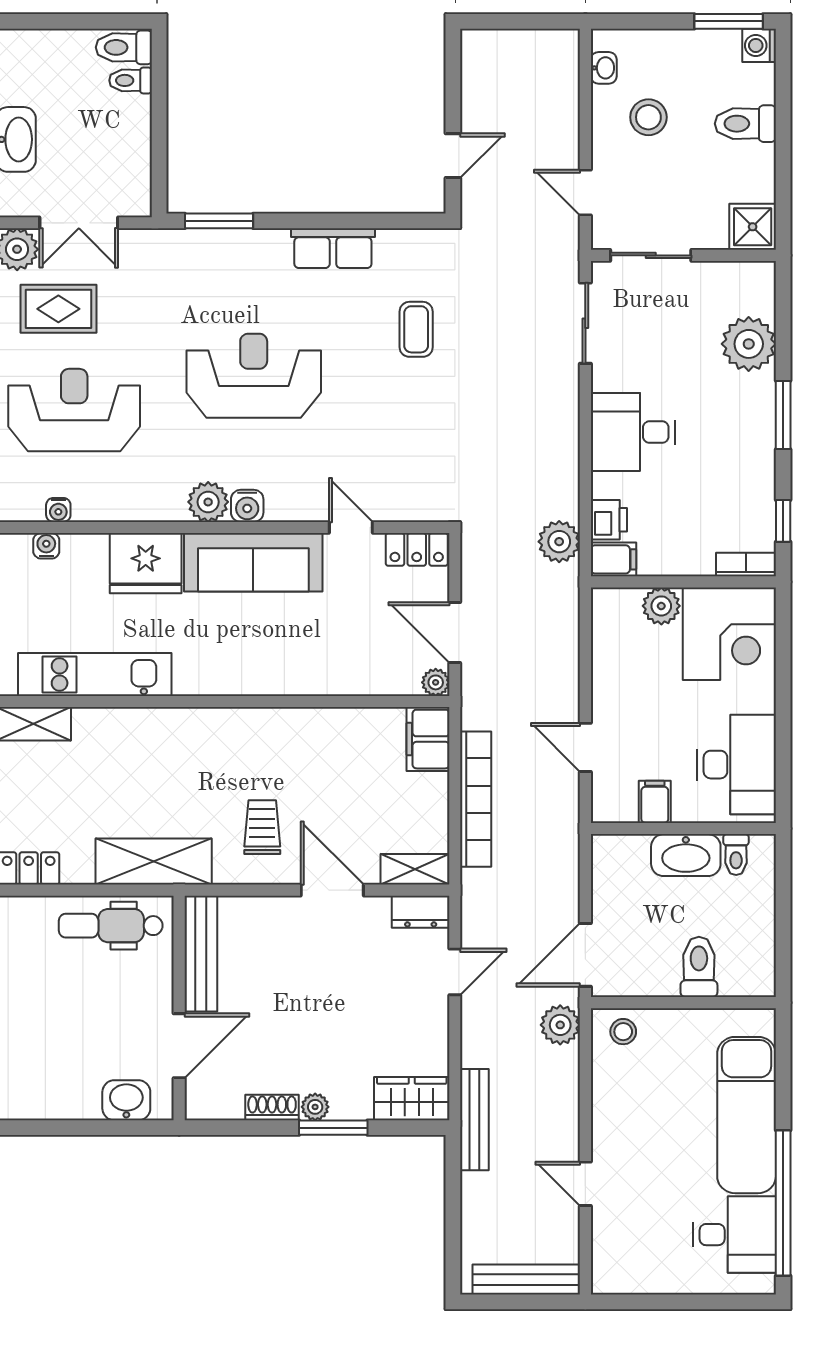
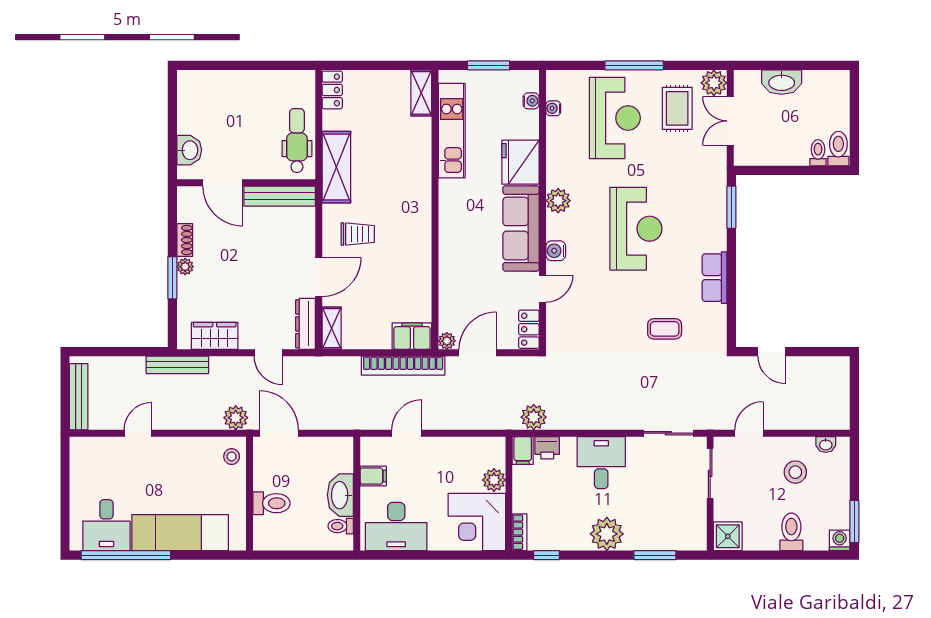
plant: (749, 344) -> (607, 534), moved
window: (783, 415) -> (655, 555), moved
water cooler: (247, 506) -> (556, 251), moved
bookcase: (476, 799) -> (403, 366), moved
dresser: (421, 912) -> (305, 324), width x1.44
wardrobe: (412, 1099) -> (215, 336), moved, turned -90

